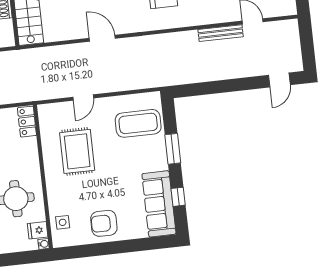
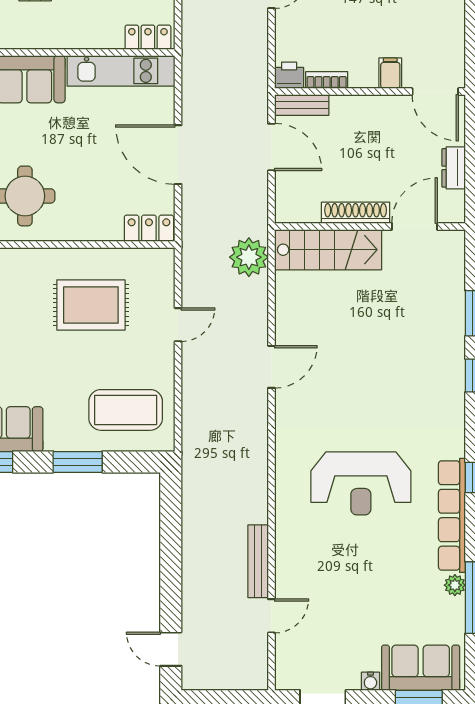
plant: (38, 59) -> (249, 257), added
door: (83, 98) -> (178, 325), swing flipped
coffee table: (138, 123) -> (126, 410), turned 90

